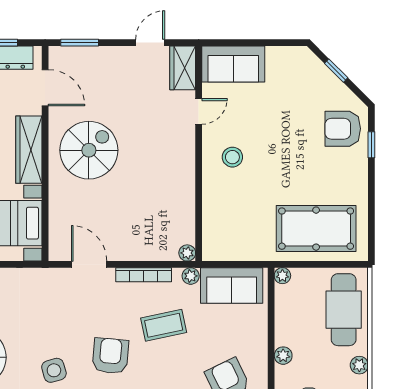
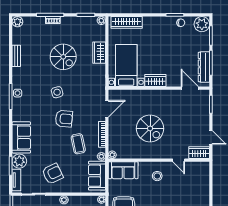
sofa: (233, 64) -> (123, 170), moved, turned -90
door: (45, 88) -> (190, 88), swing flipped
wardrobe: (29, 150) -> (155, 80), width x0.67
spiral stairs: (89, 150) -> (150, 128), moved

